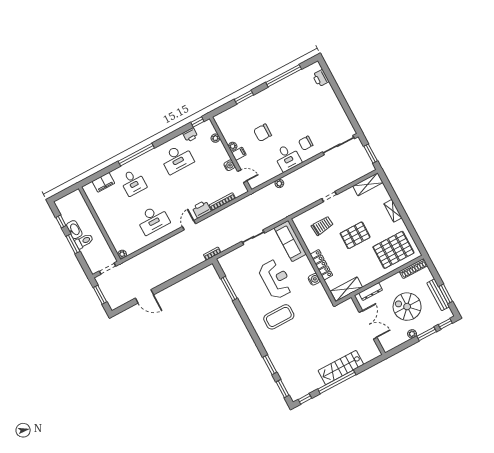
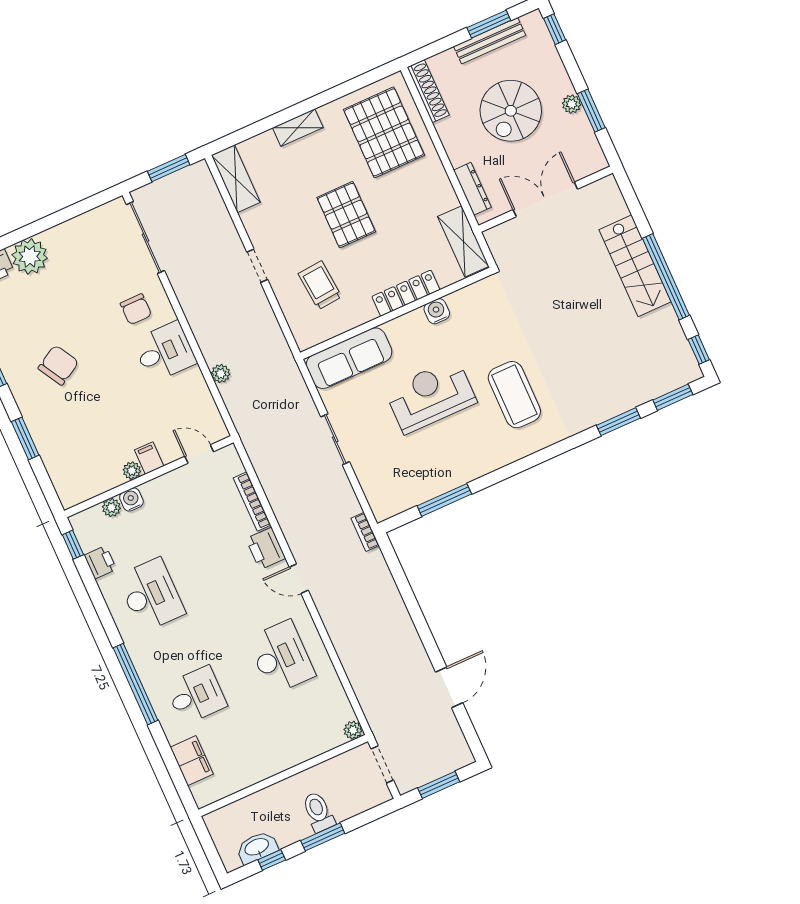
plant: (326, 93) -> (30, 256), added
chair: (263, 133) -> (58, 365), moved, turned -120
water cooler: (229, 165) -> (131, 500), moved
door: (242, 176) -> (199, 454), hinge flipped
washbasin: (74, 230) -> (257, 847), moved
window: (427, 334) -> (591, 111), moved

